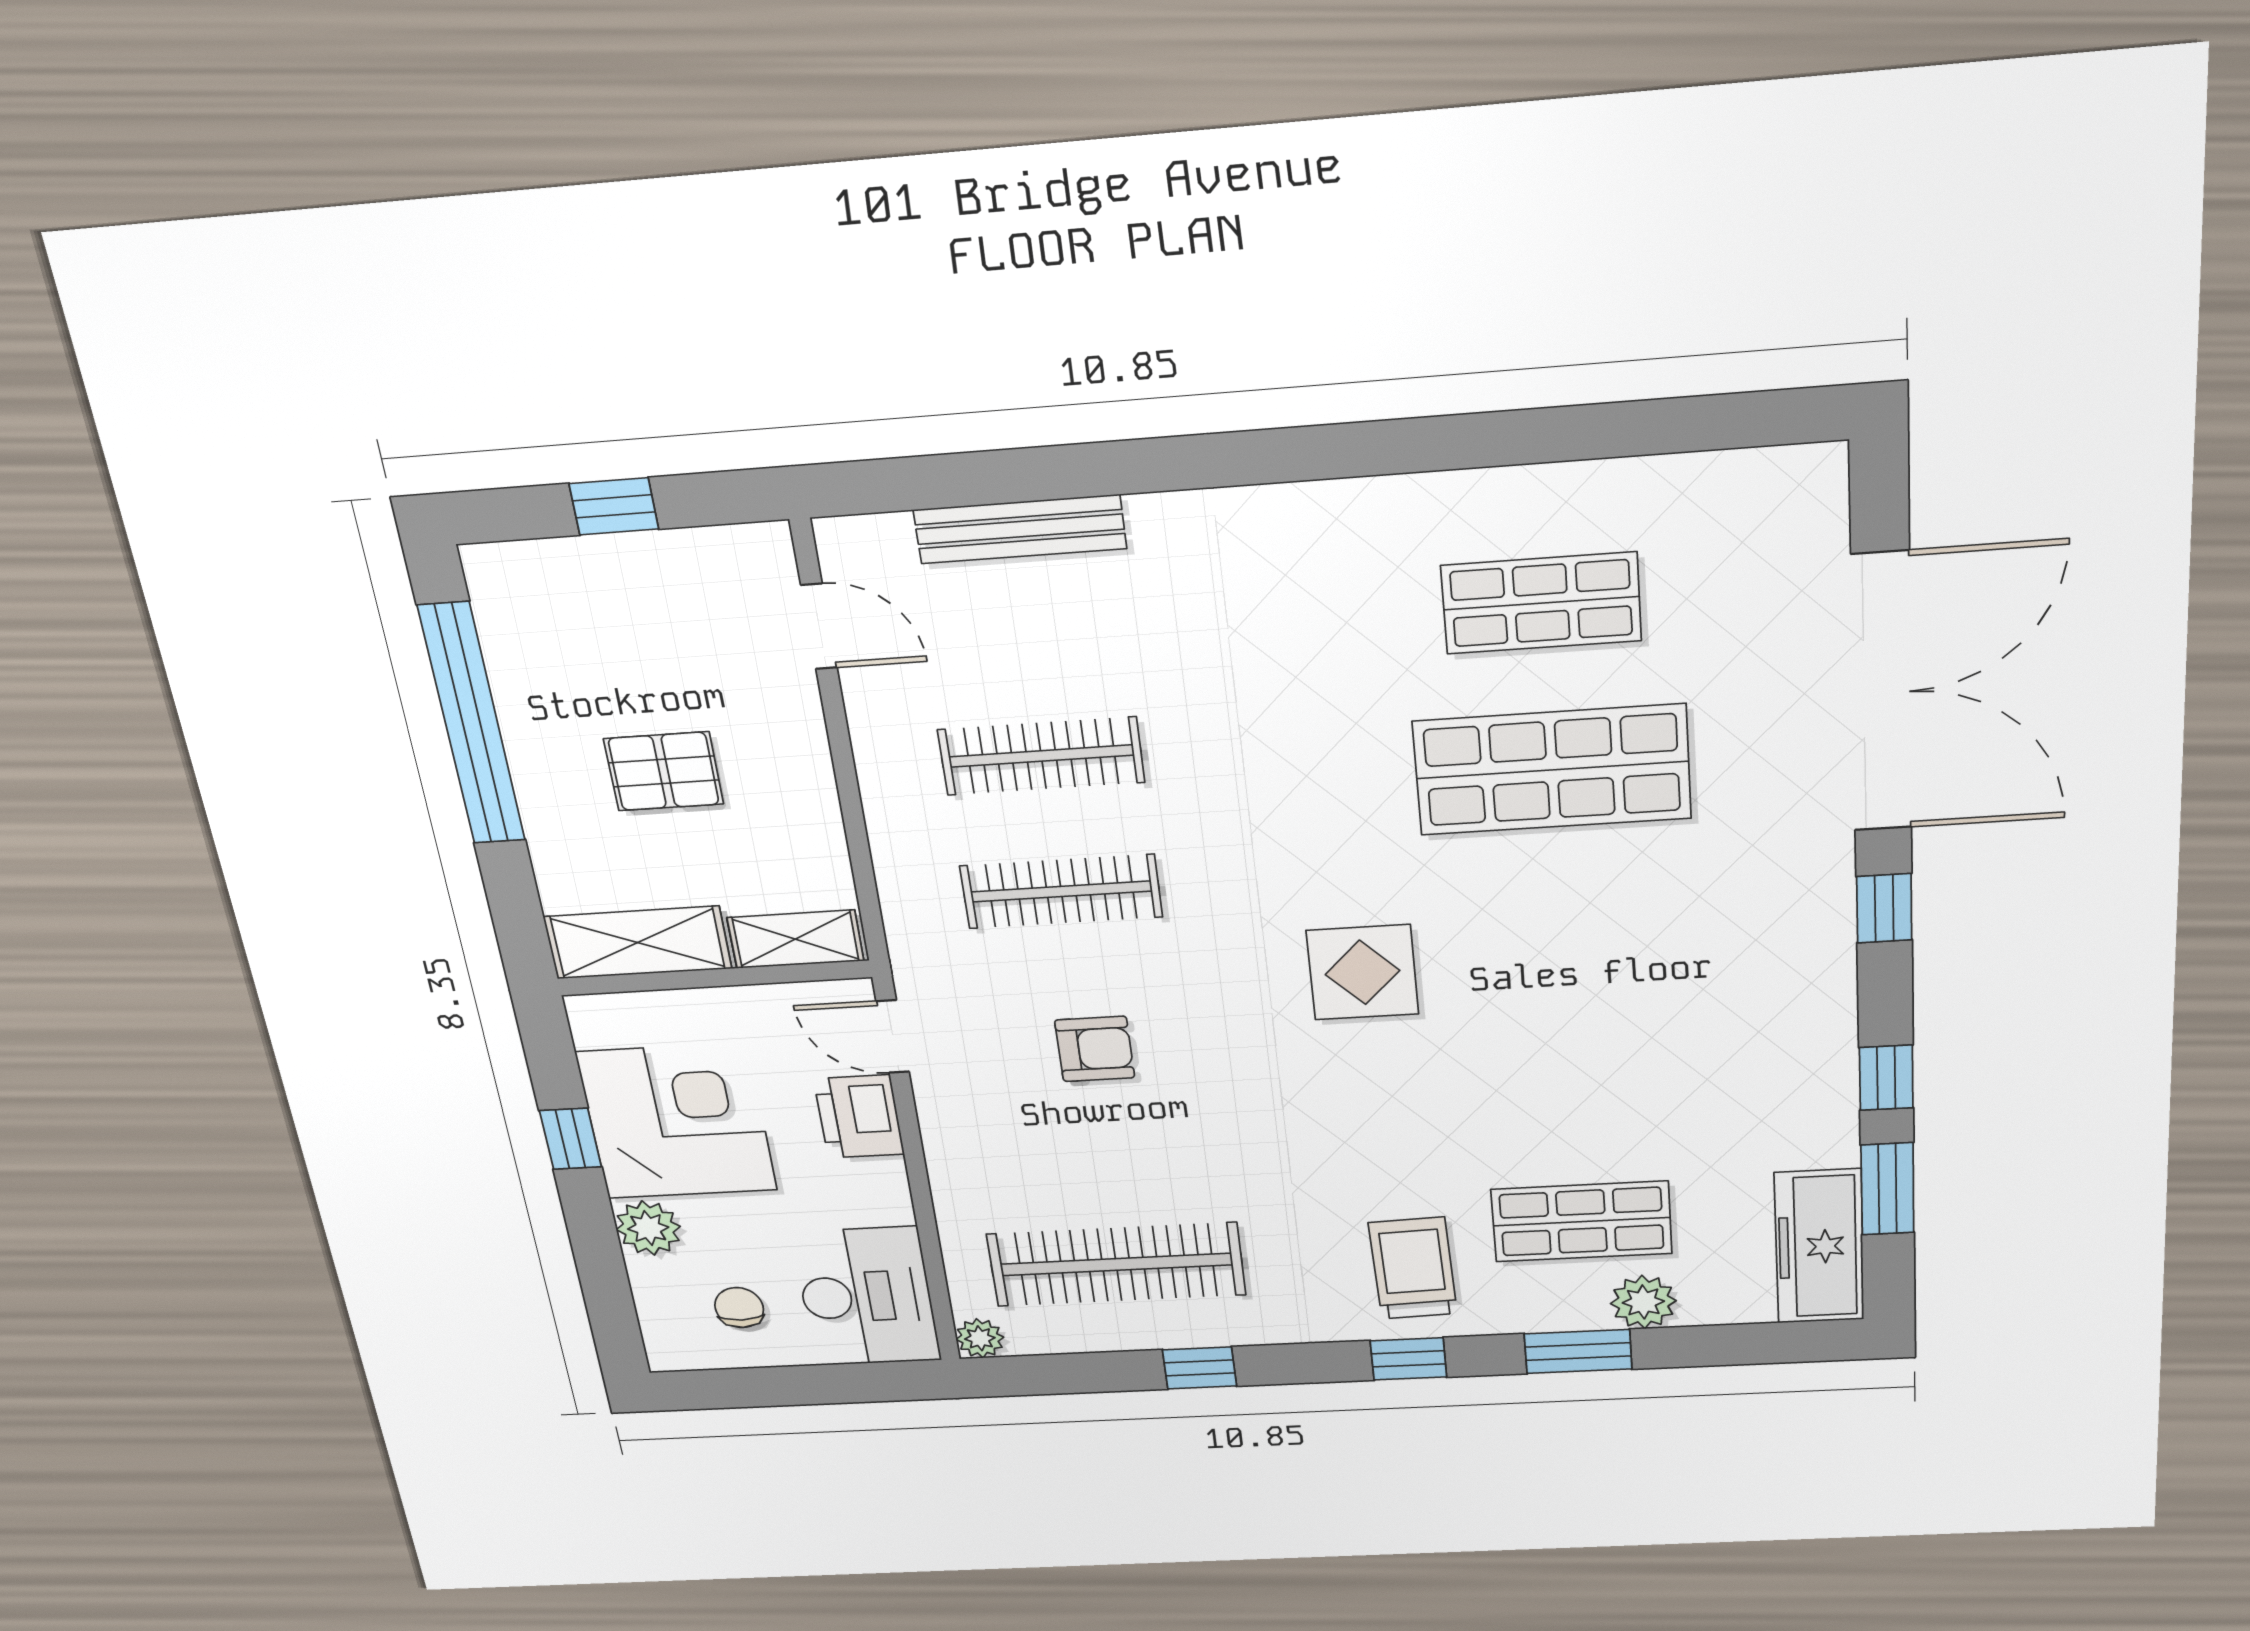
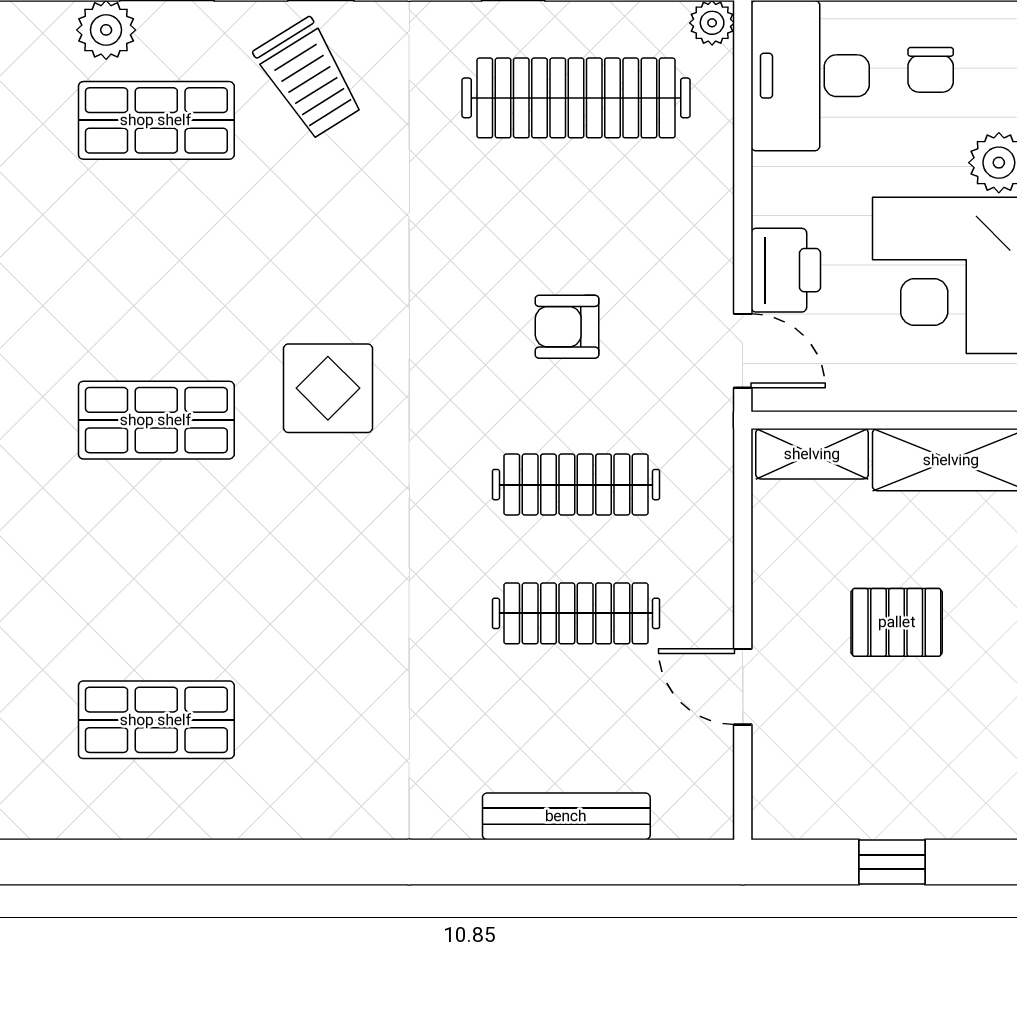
door: (819, 626) -> (743, 687), moved
shop shelf: (1552, 770) -> (156, 420), moved, width x0.70, depth x0.74
trolley: (1413, 1268) -> (309, 79), turned -30

